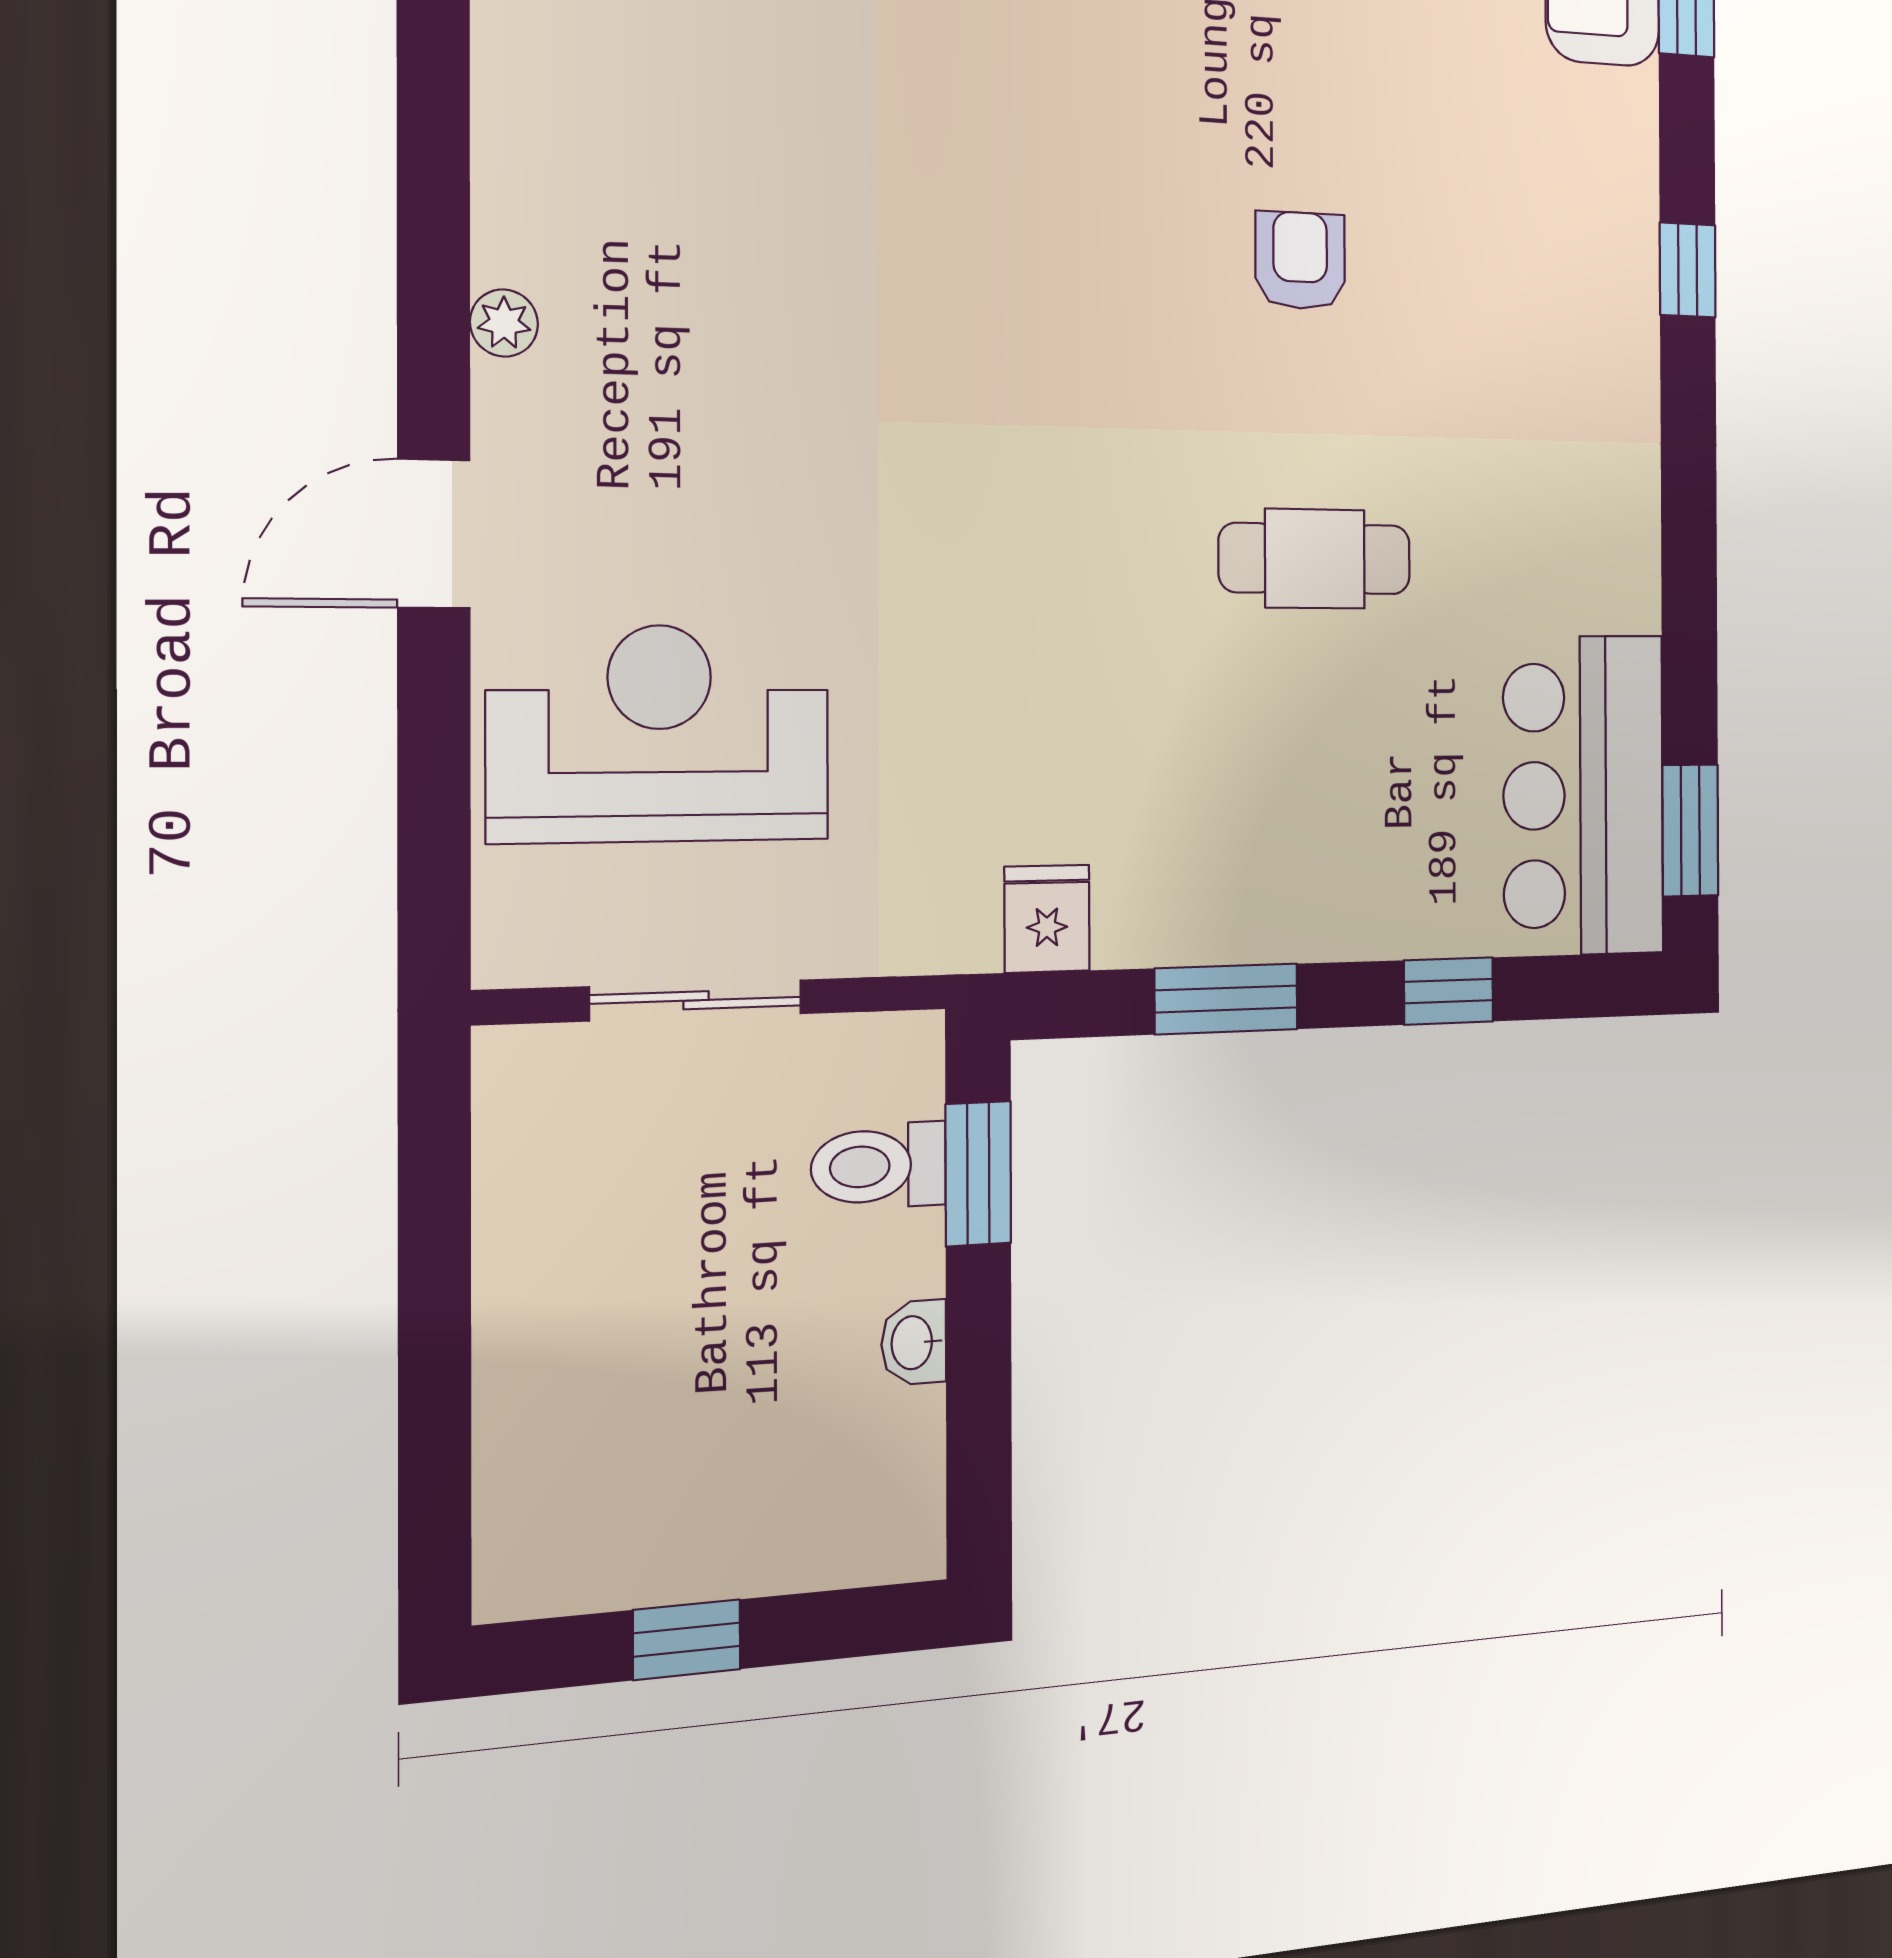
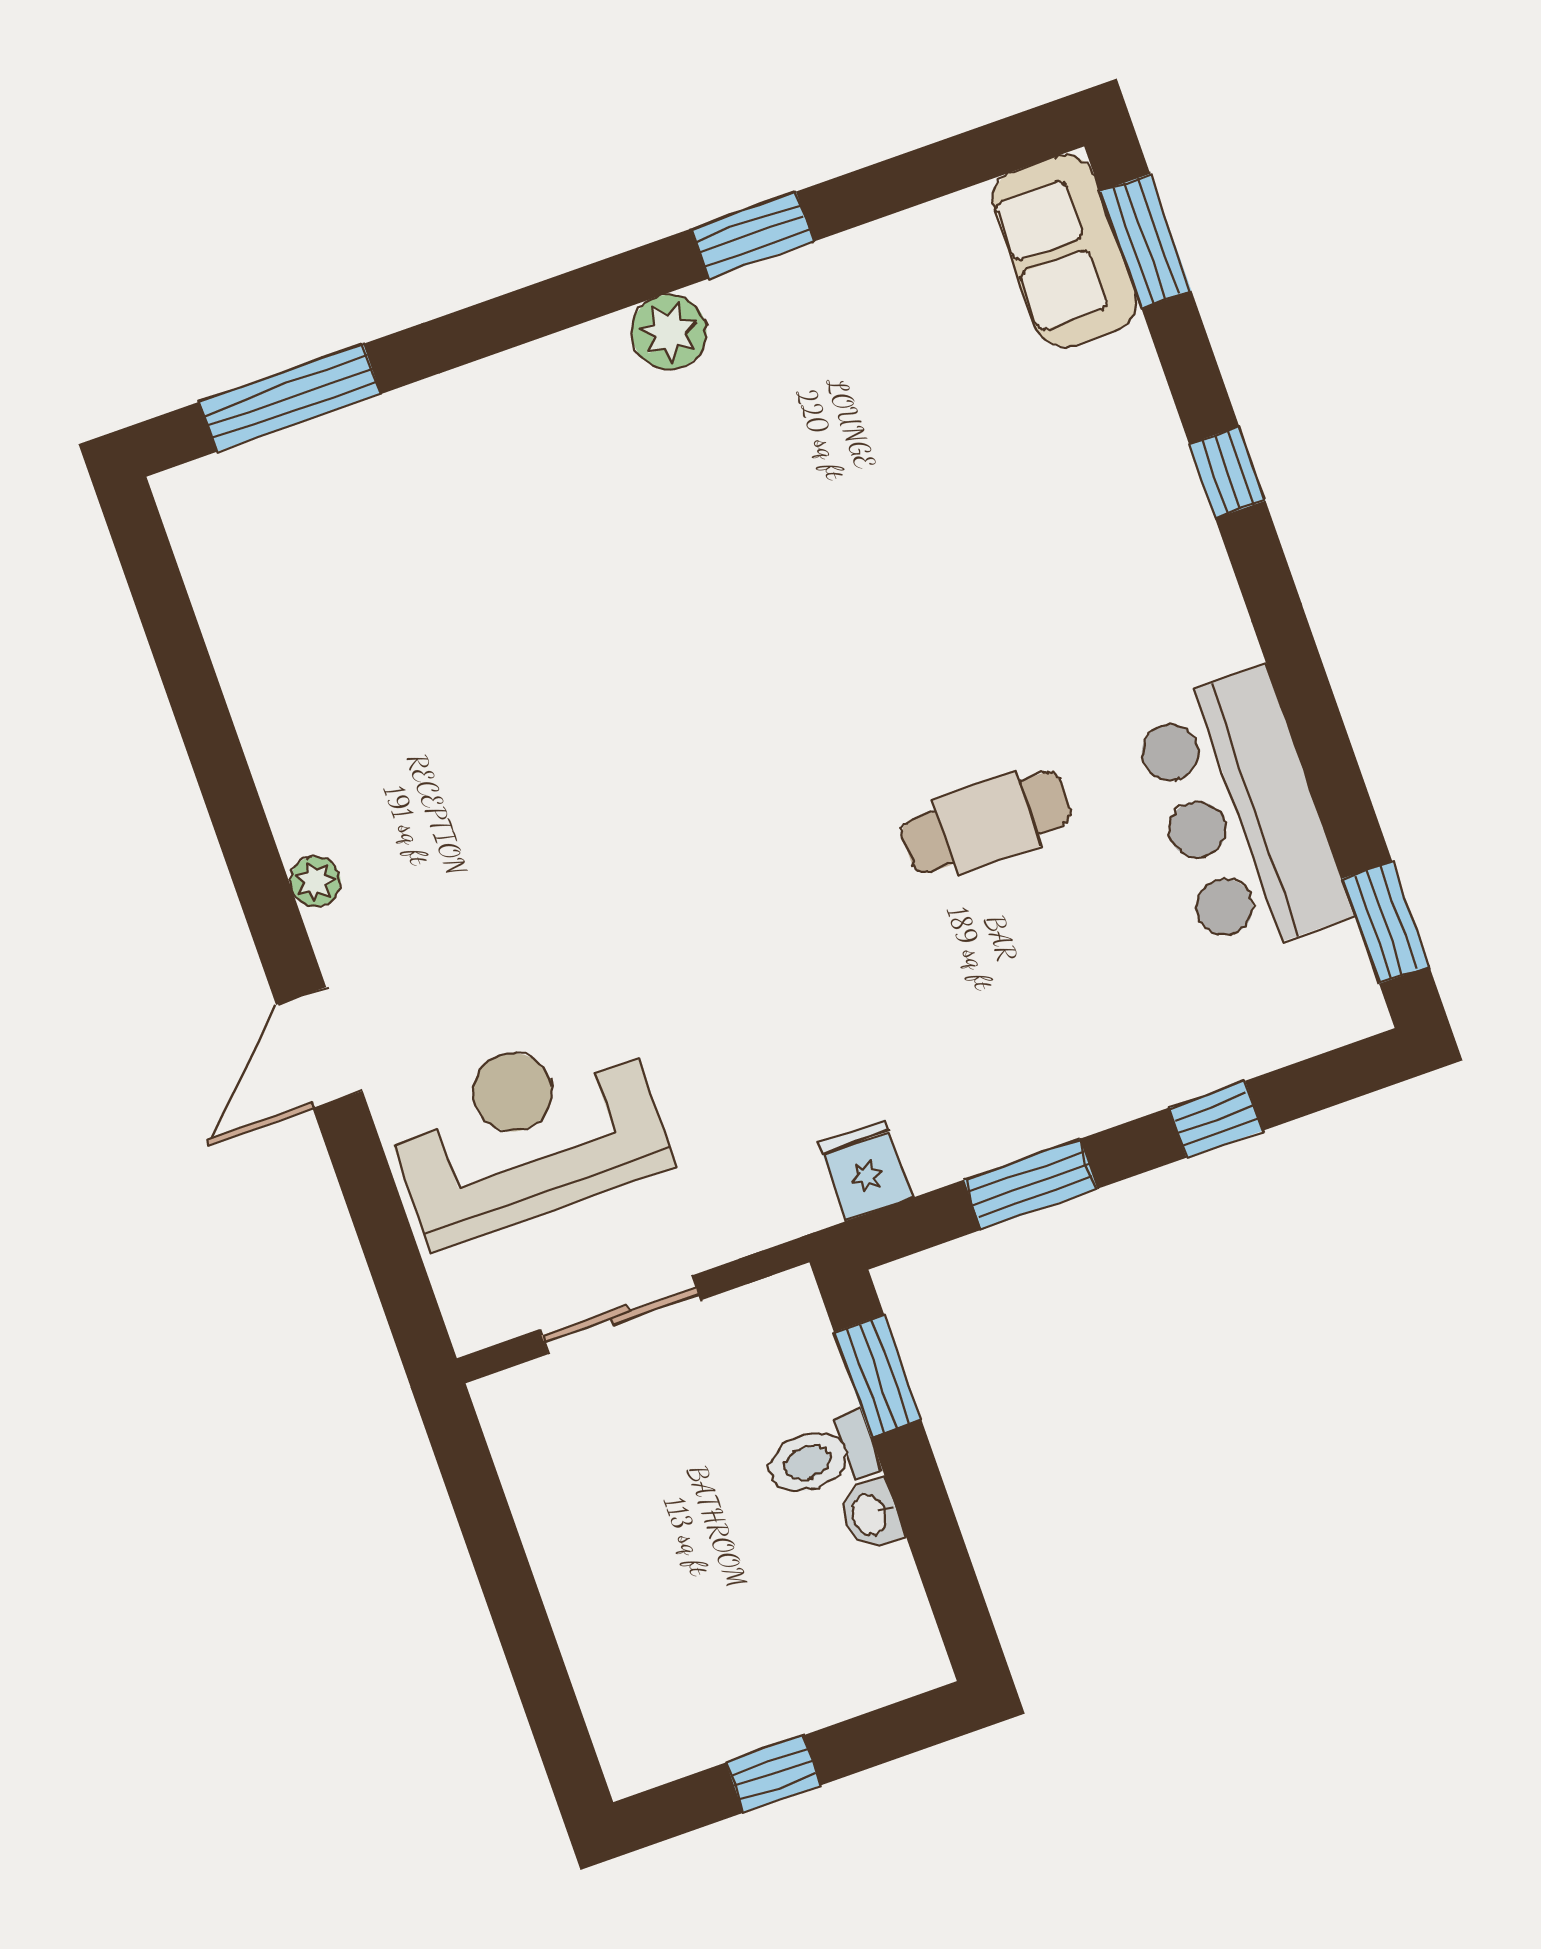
armchair: (1300, 261) -> (894, 598), removed
bar counter: (1584, 795) -> (1241, 814), moved
toilet: (879, 1166) -> (821, 1458), moved

